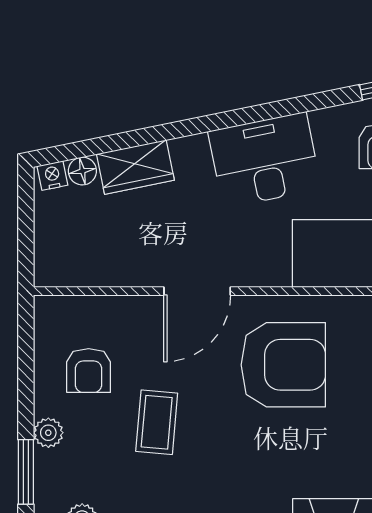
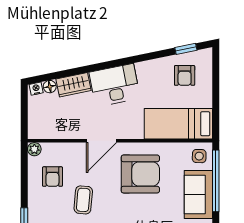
desk: (265, 160) -> (115, 85), moved
plant: (48, 433) -> (34, 149), moved

